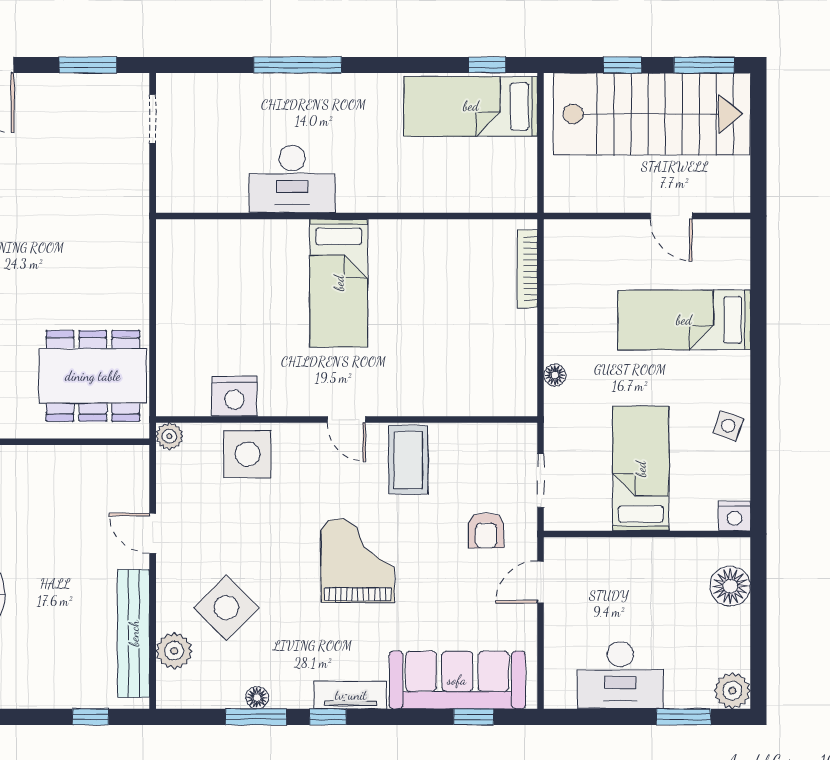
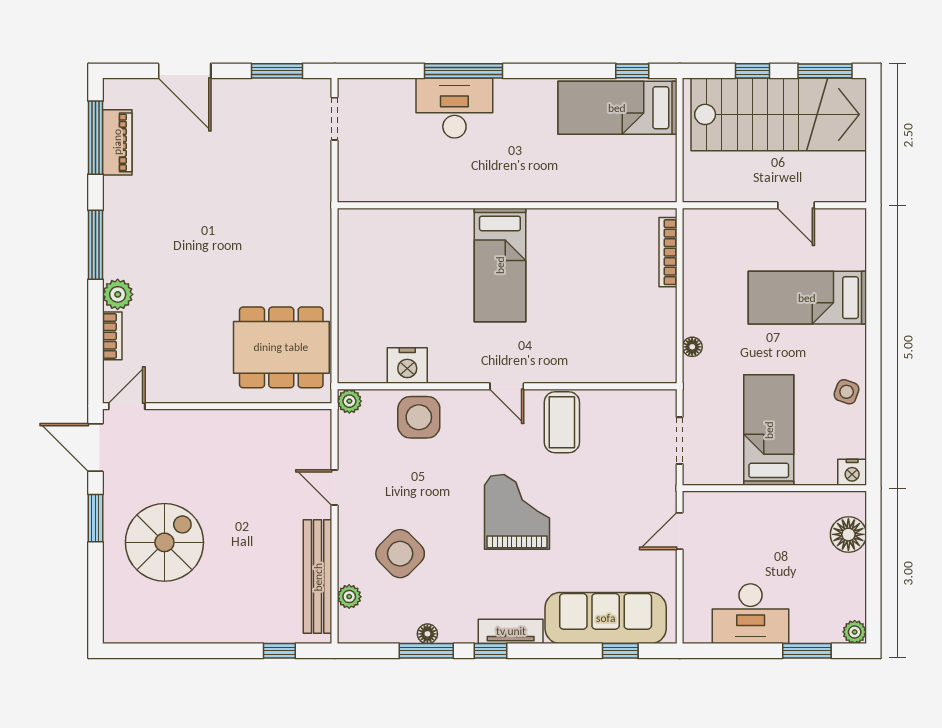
desk: (292, 179) -> (454, 108), moved, turned 180
armchair: (486, 531) -> (631, 485), removed
plant: (174, 651) -> (349, 597), width x0.73, depth x0.73
plant: (732, 691) -> (855, 632), width x0.73, depth x0.73

